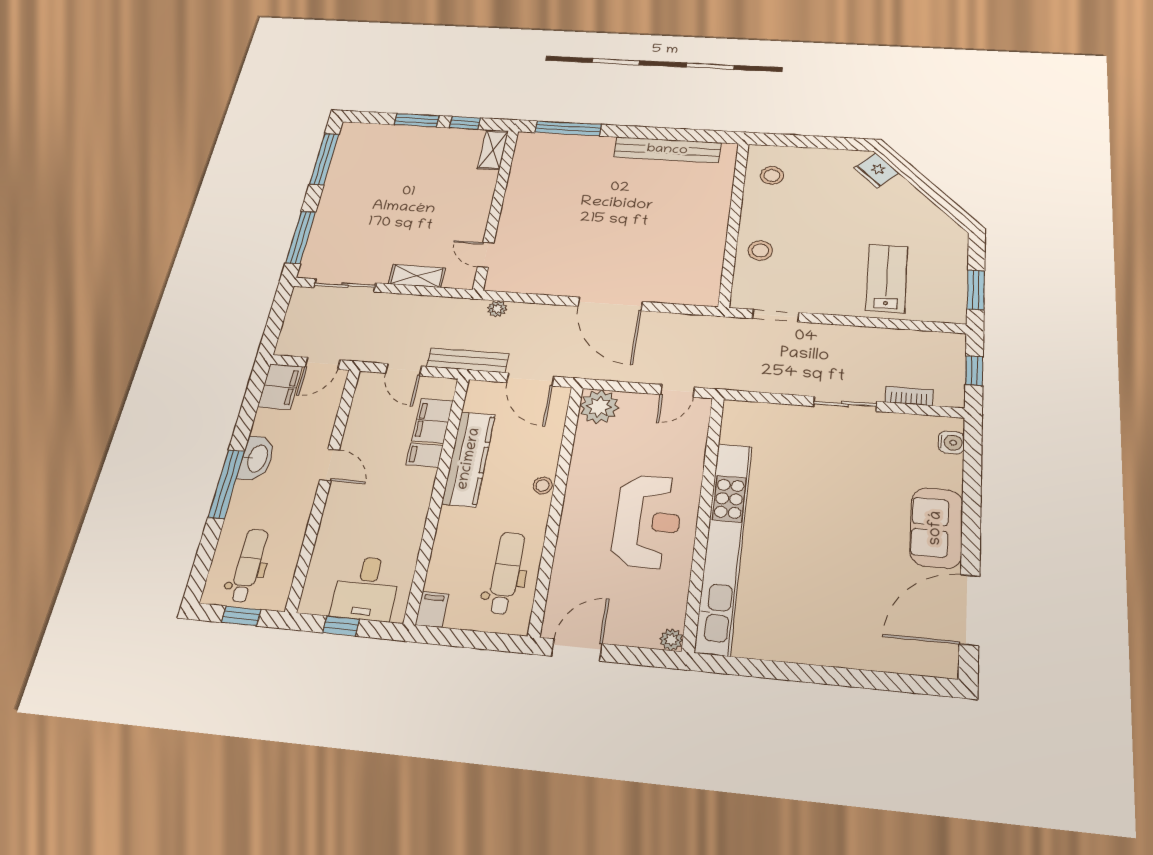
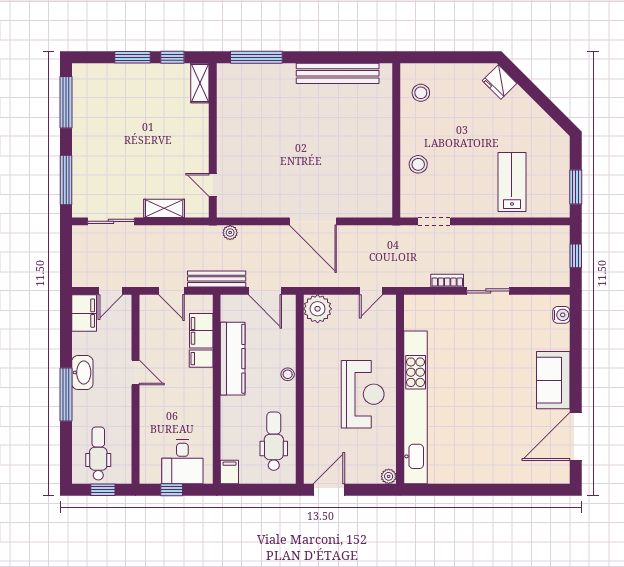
bookcase: (909, 396) -> (447, 281), moved

